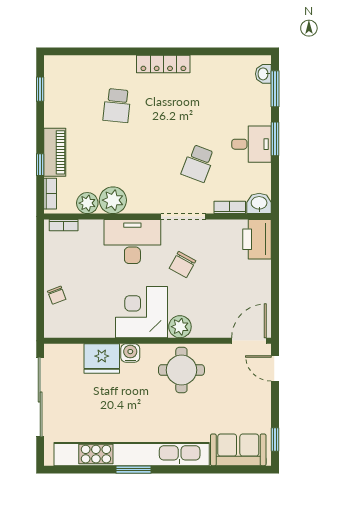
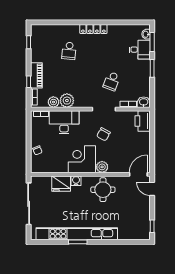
desk: (252, 144) -> (140, 50), moved
desk: (132, 242) -> (64, 122), moved
sofa: (238, 450) -> (133, 232), removed

